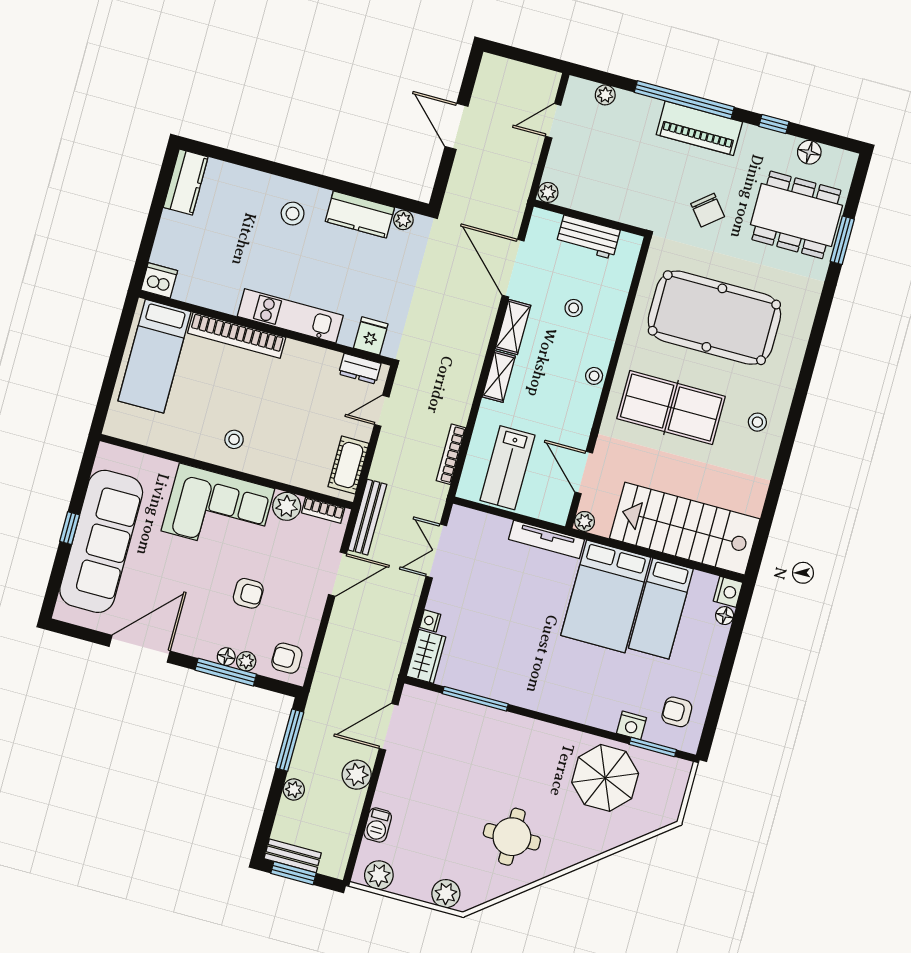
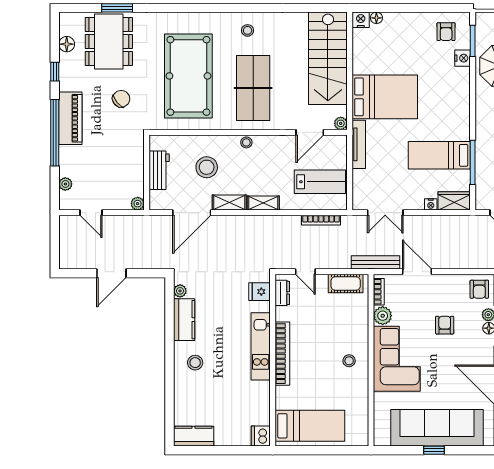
stool: (574, 308) -> (207, 167), width x1.89, depth x1.89
bookcase: (237, 335) -> (282, 354), moved
bed: (661, 609) -> (439, 155), moved, turned 180

